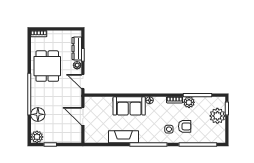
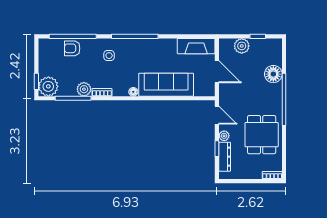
sofa: (129, 106) -> (166, 85), width x1.36
plant: (217, 116) -> (48, 86), moved
armchair: (185, 126) -> (72, 48), moved
plant: (37, 137) -> (242, 46), moved
fireplace: (123, 137) -> (196, 46), moved

